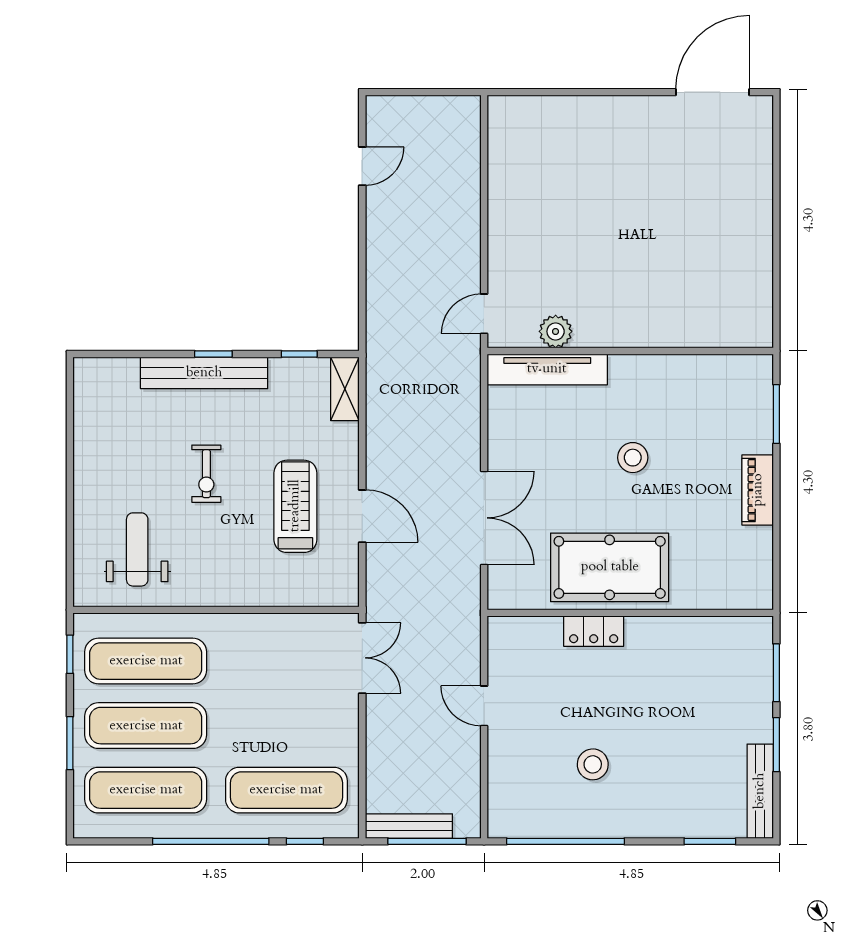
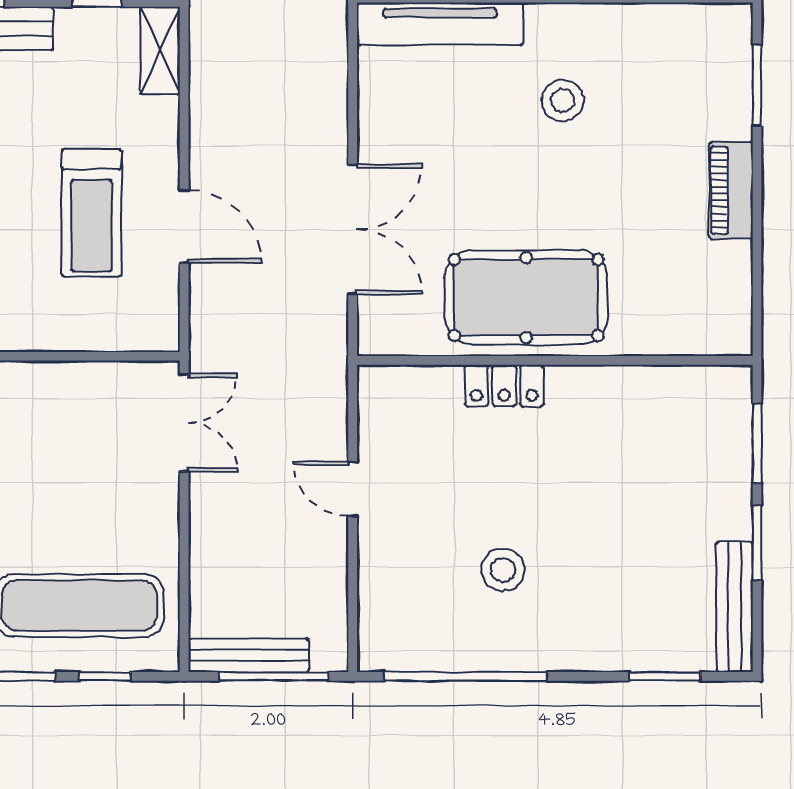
stool: (633, 458) -> (563, 101), moved
treadmill: (295, 506) -> (92, 213), turned 180

